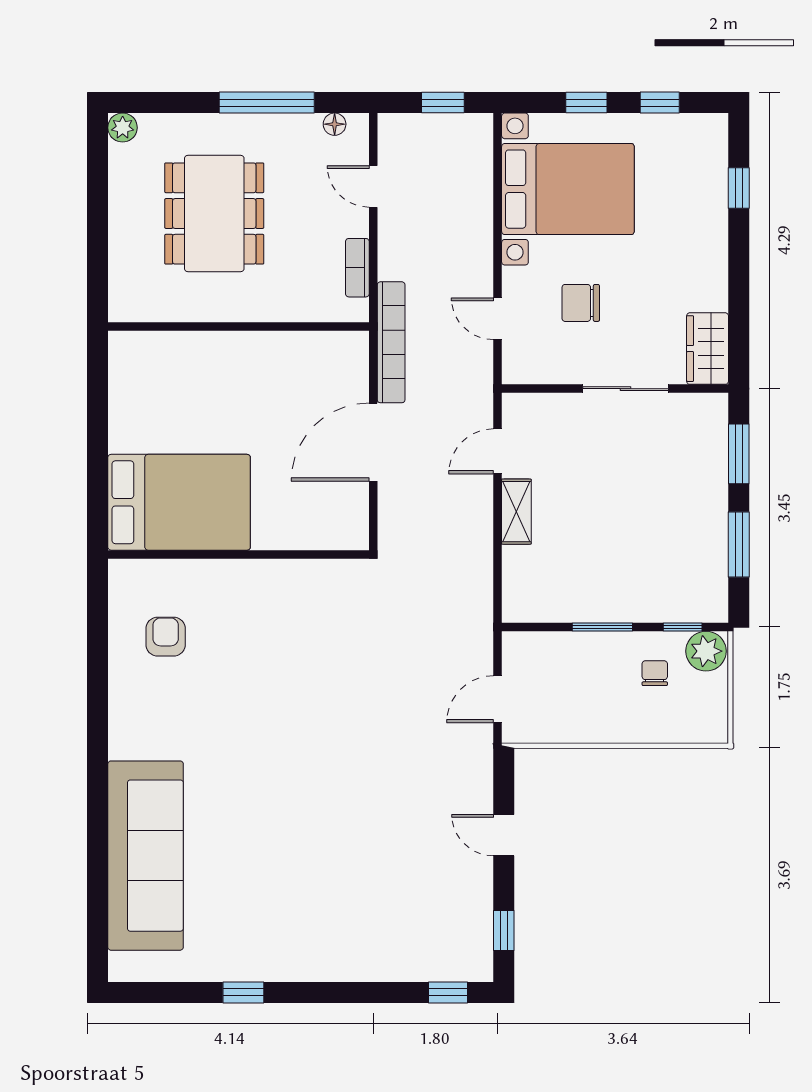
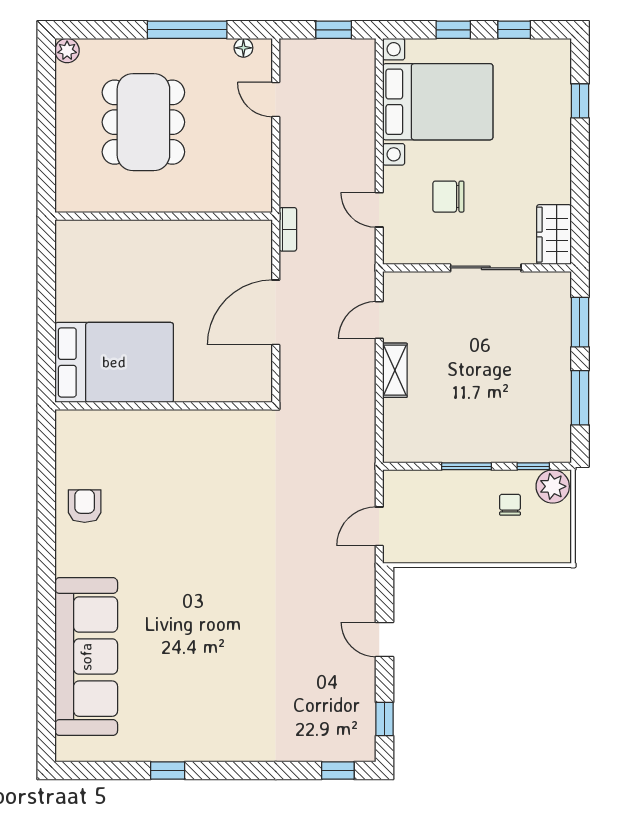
bookcase: (357, 268) -> (263, 167), removed
bookcase: (391, 342) -> (288, 229), width x0.43, depth x0.76
armchair: (166, 637) -> (85, 506), moved

